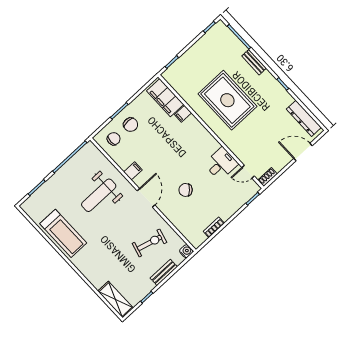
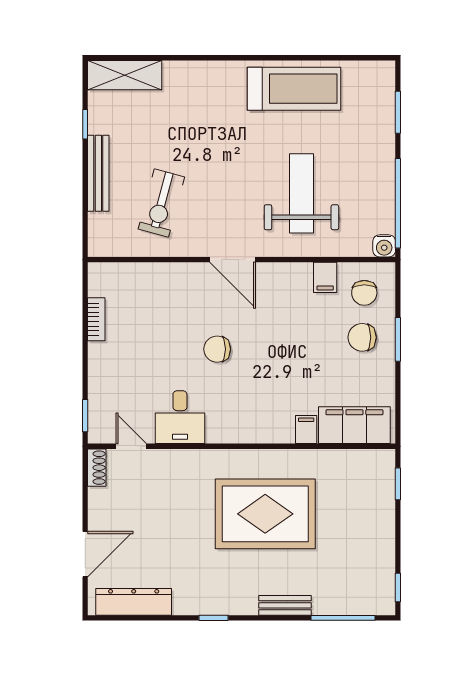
filing cabinet: (133, 171) -> (325, 277), moved
door: (248, 172) -> (131, 446), hinge flipped
chair: (186, 190) -> (217, 349), moved, turned -134
treadmill: (63, 233) -> (294, 89), turned 180
water cooler: (186, 251) -> (384, 246), moved
bench: (164, 272) -> (98, 173), width x1.36

